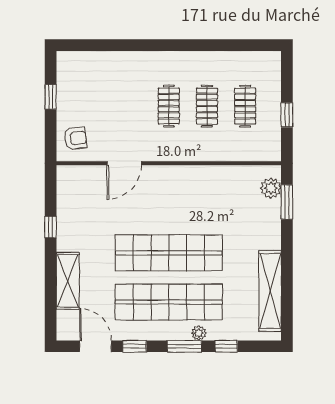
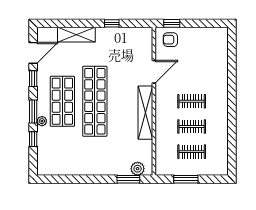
window: (51, 97) -> (172, 23), moved
window: (287, 115) -> (186, 179), width x1.50
armchair: (75, 138) -> (170, 40), turned 97
door: (124, 163) -> (154, 72), swing flipped
shelving: (270, 291) -> (145, 113), moved, turned 90
shop shelf: (169, 302) -> (62, 101), width x0.71

